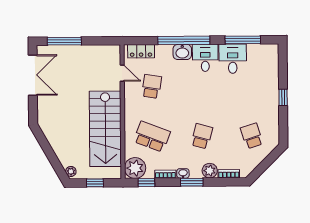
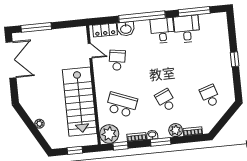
washbasin: (182, 52) -> (126, 29), moved
school desk: (202, 136) -> (166, 100), turned -39
plant: (71, 171) -> (39, 124), moved

